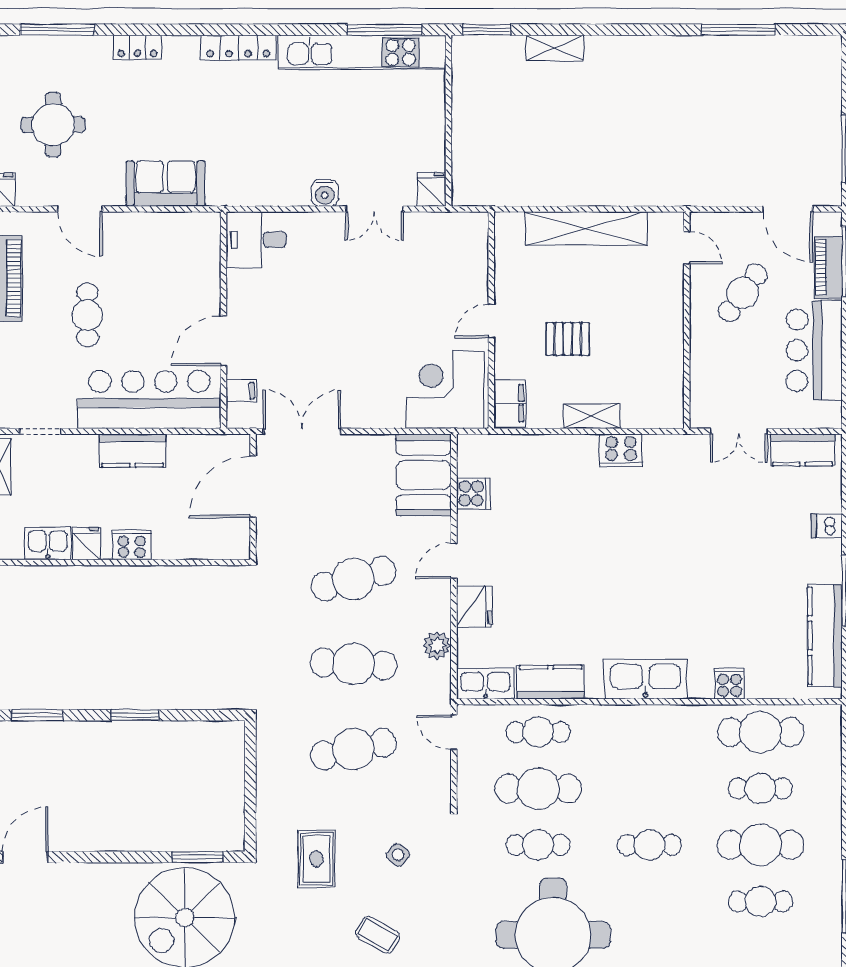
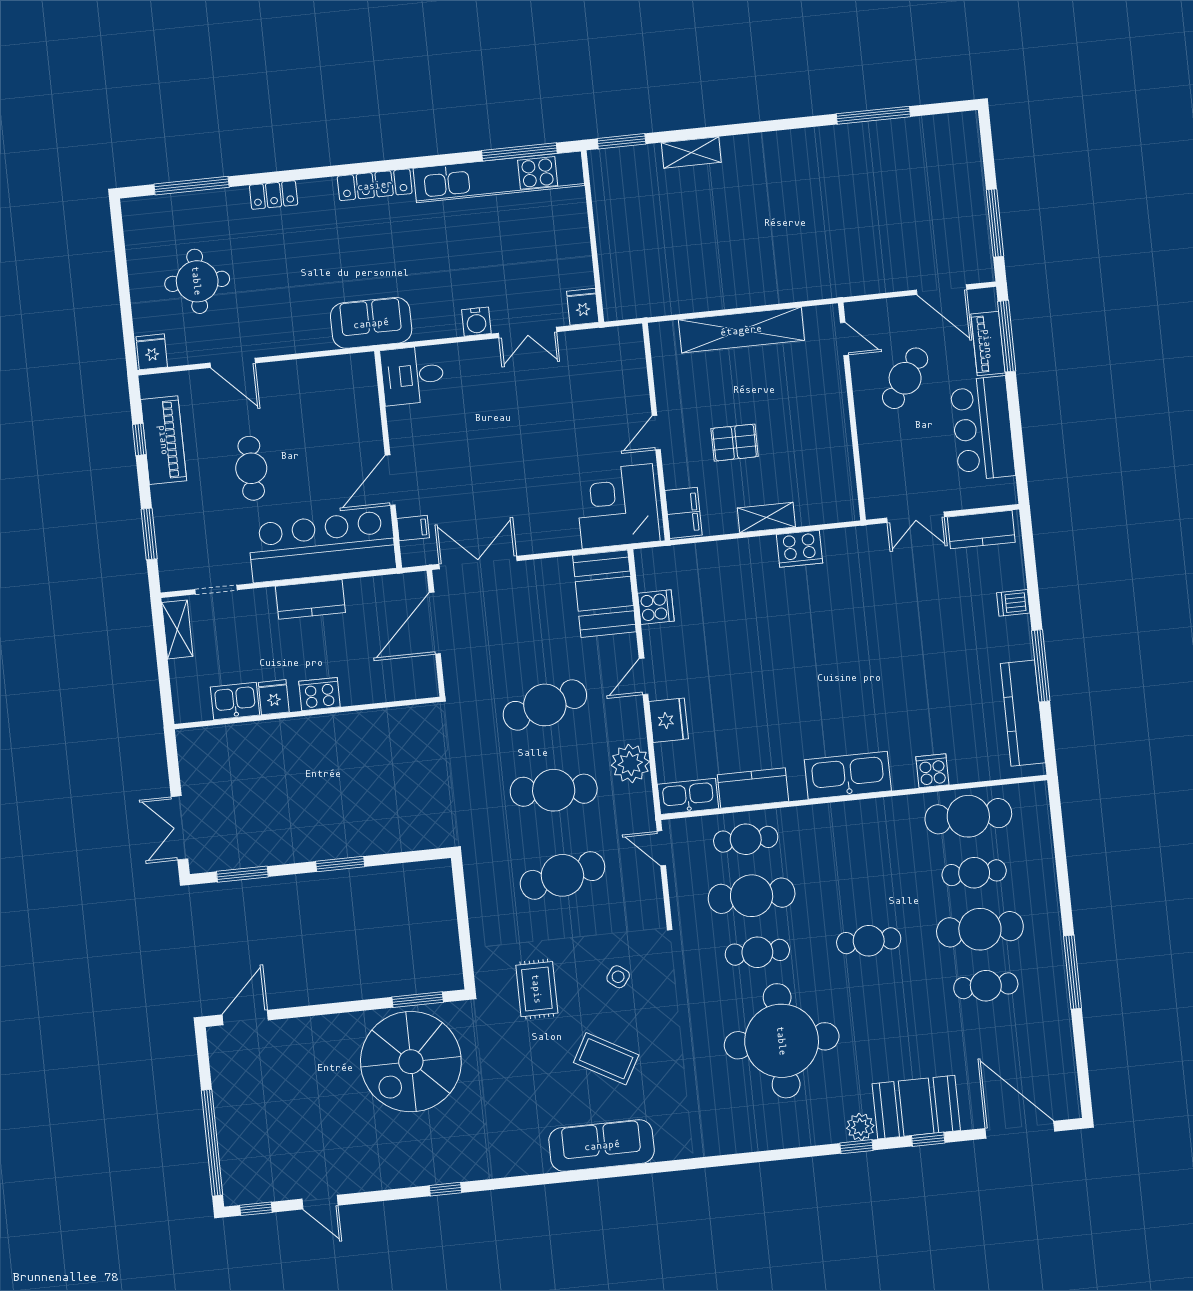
sofa: (165, 184) -> (371, 323), moved
plant: (437, 645) -> (630, 764), width x1.36, depth x1.36
coffee table: (378, 935) -> (606, 1059), width x1.36, depth x1.30

